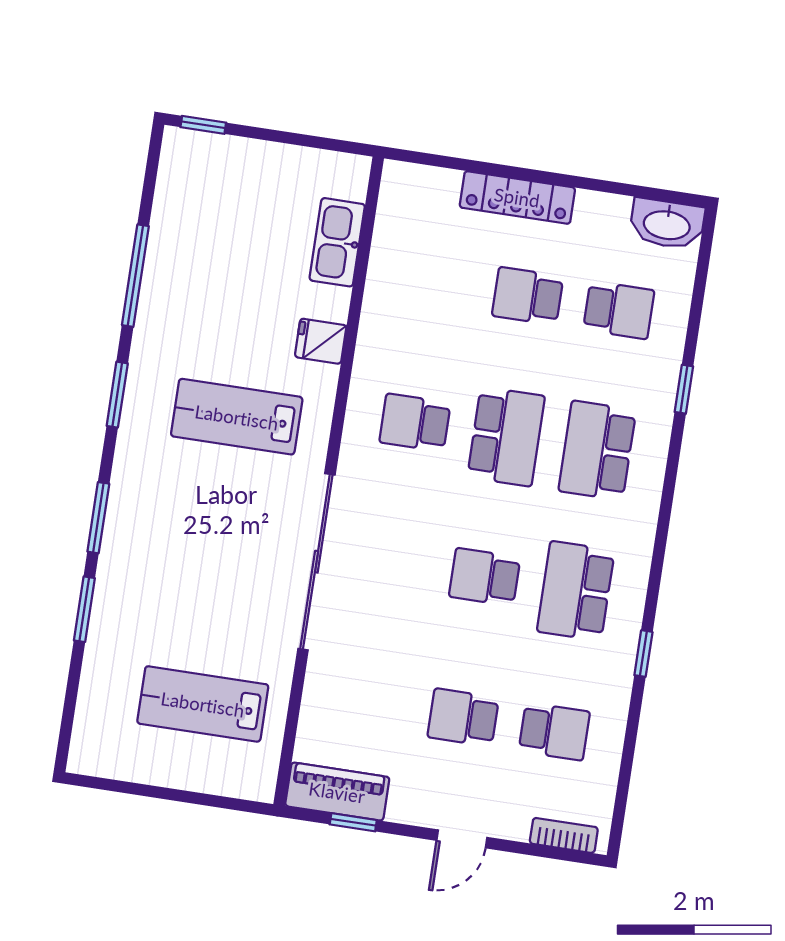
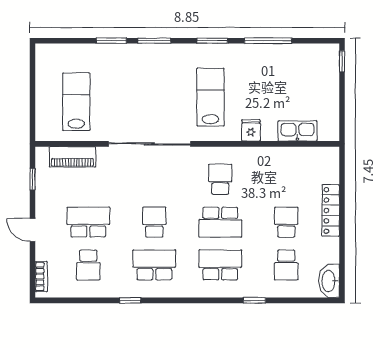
school desk: (463, 717) -> (88, 222), width x1.85
piano: (337, 792) -> (72, 157), moved, turned 90

